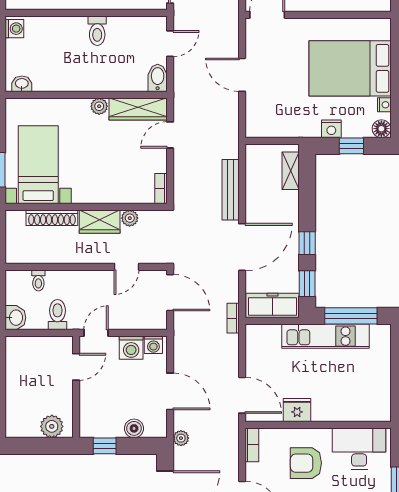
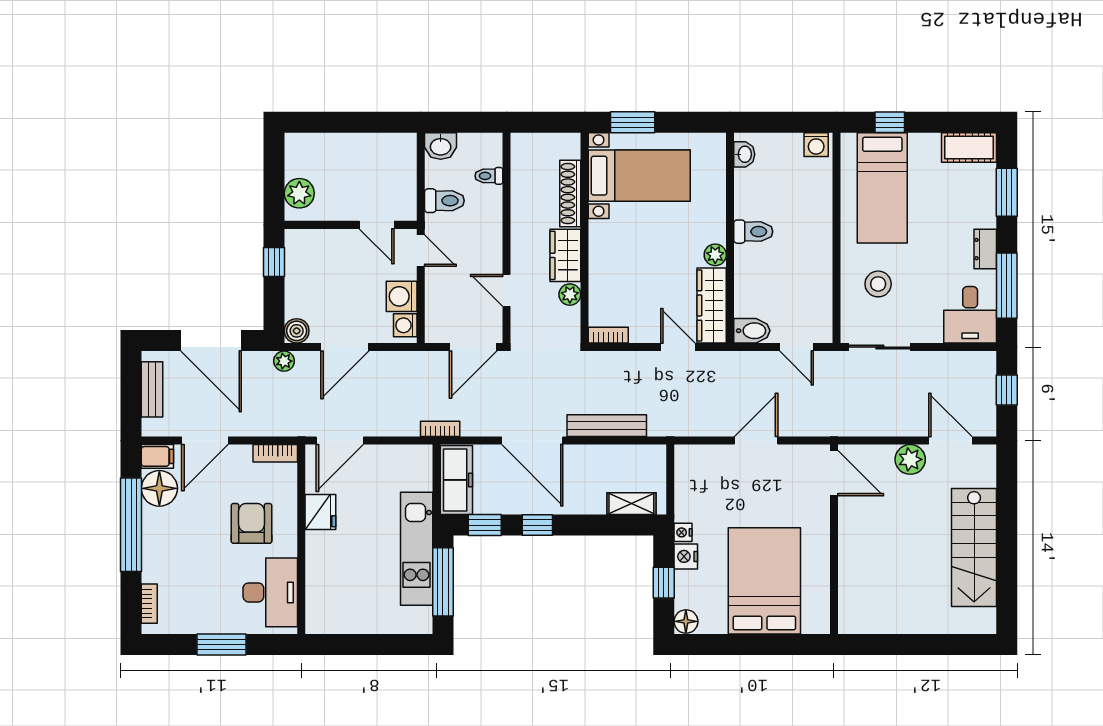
toilet: (97, 31) -> (753, 232), moved, turned 180
nightstand: (384, 105) -> (683, 532), moved, turned 90
boiler: (134, 428) -> (297, 331), moved

